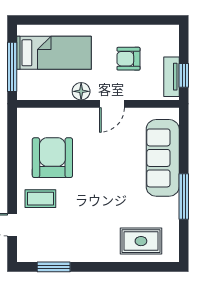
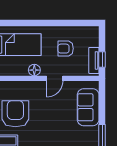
sofa: (163, 158) -> (88, 107), width x0.73

